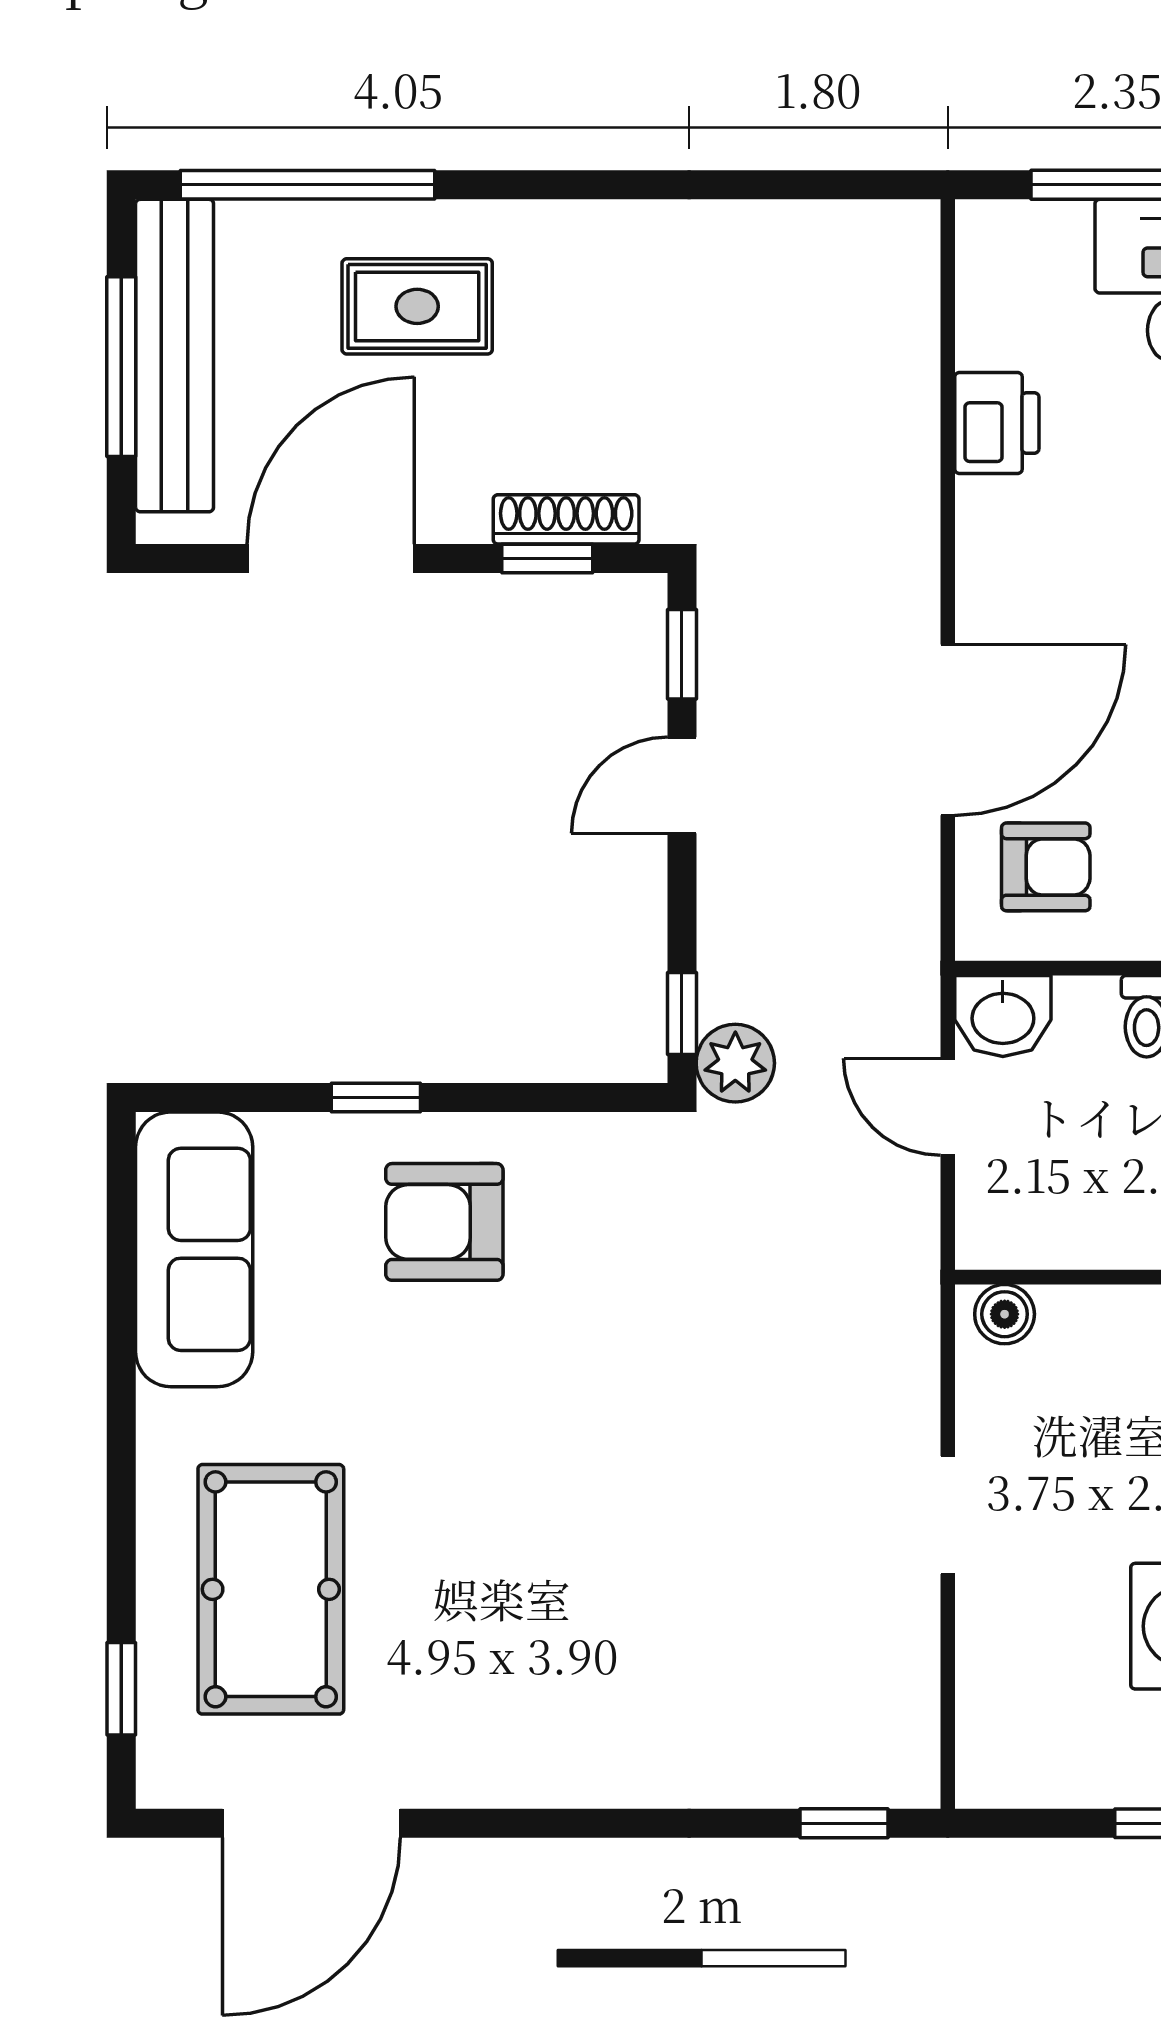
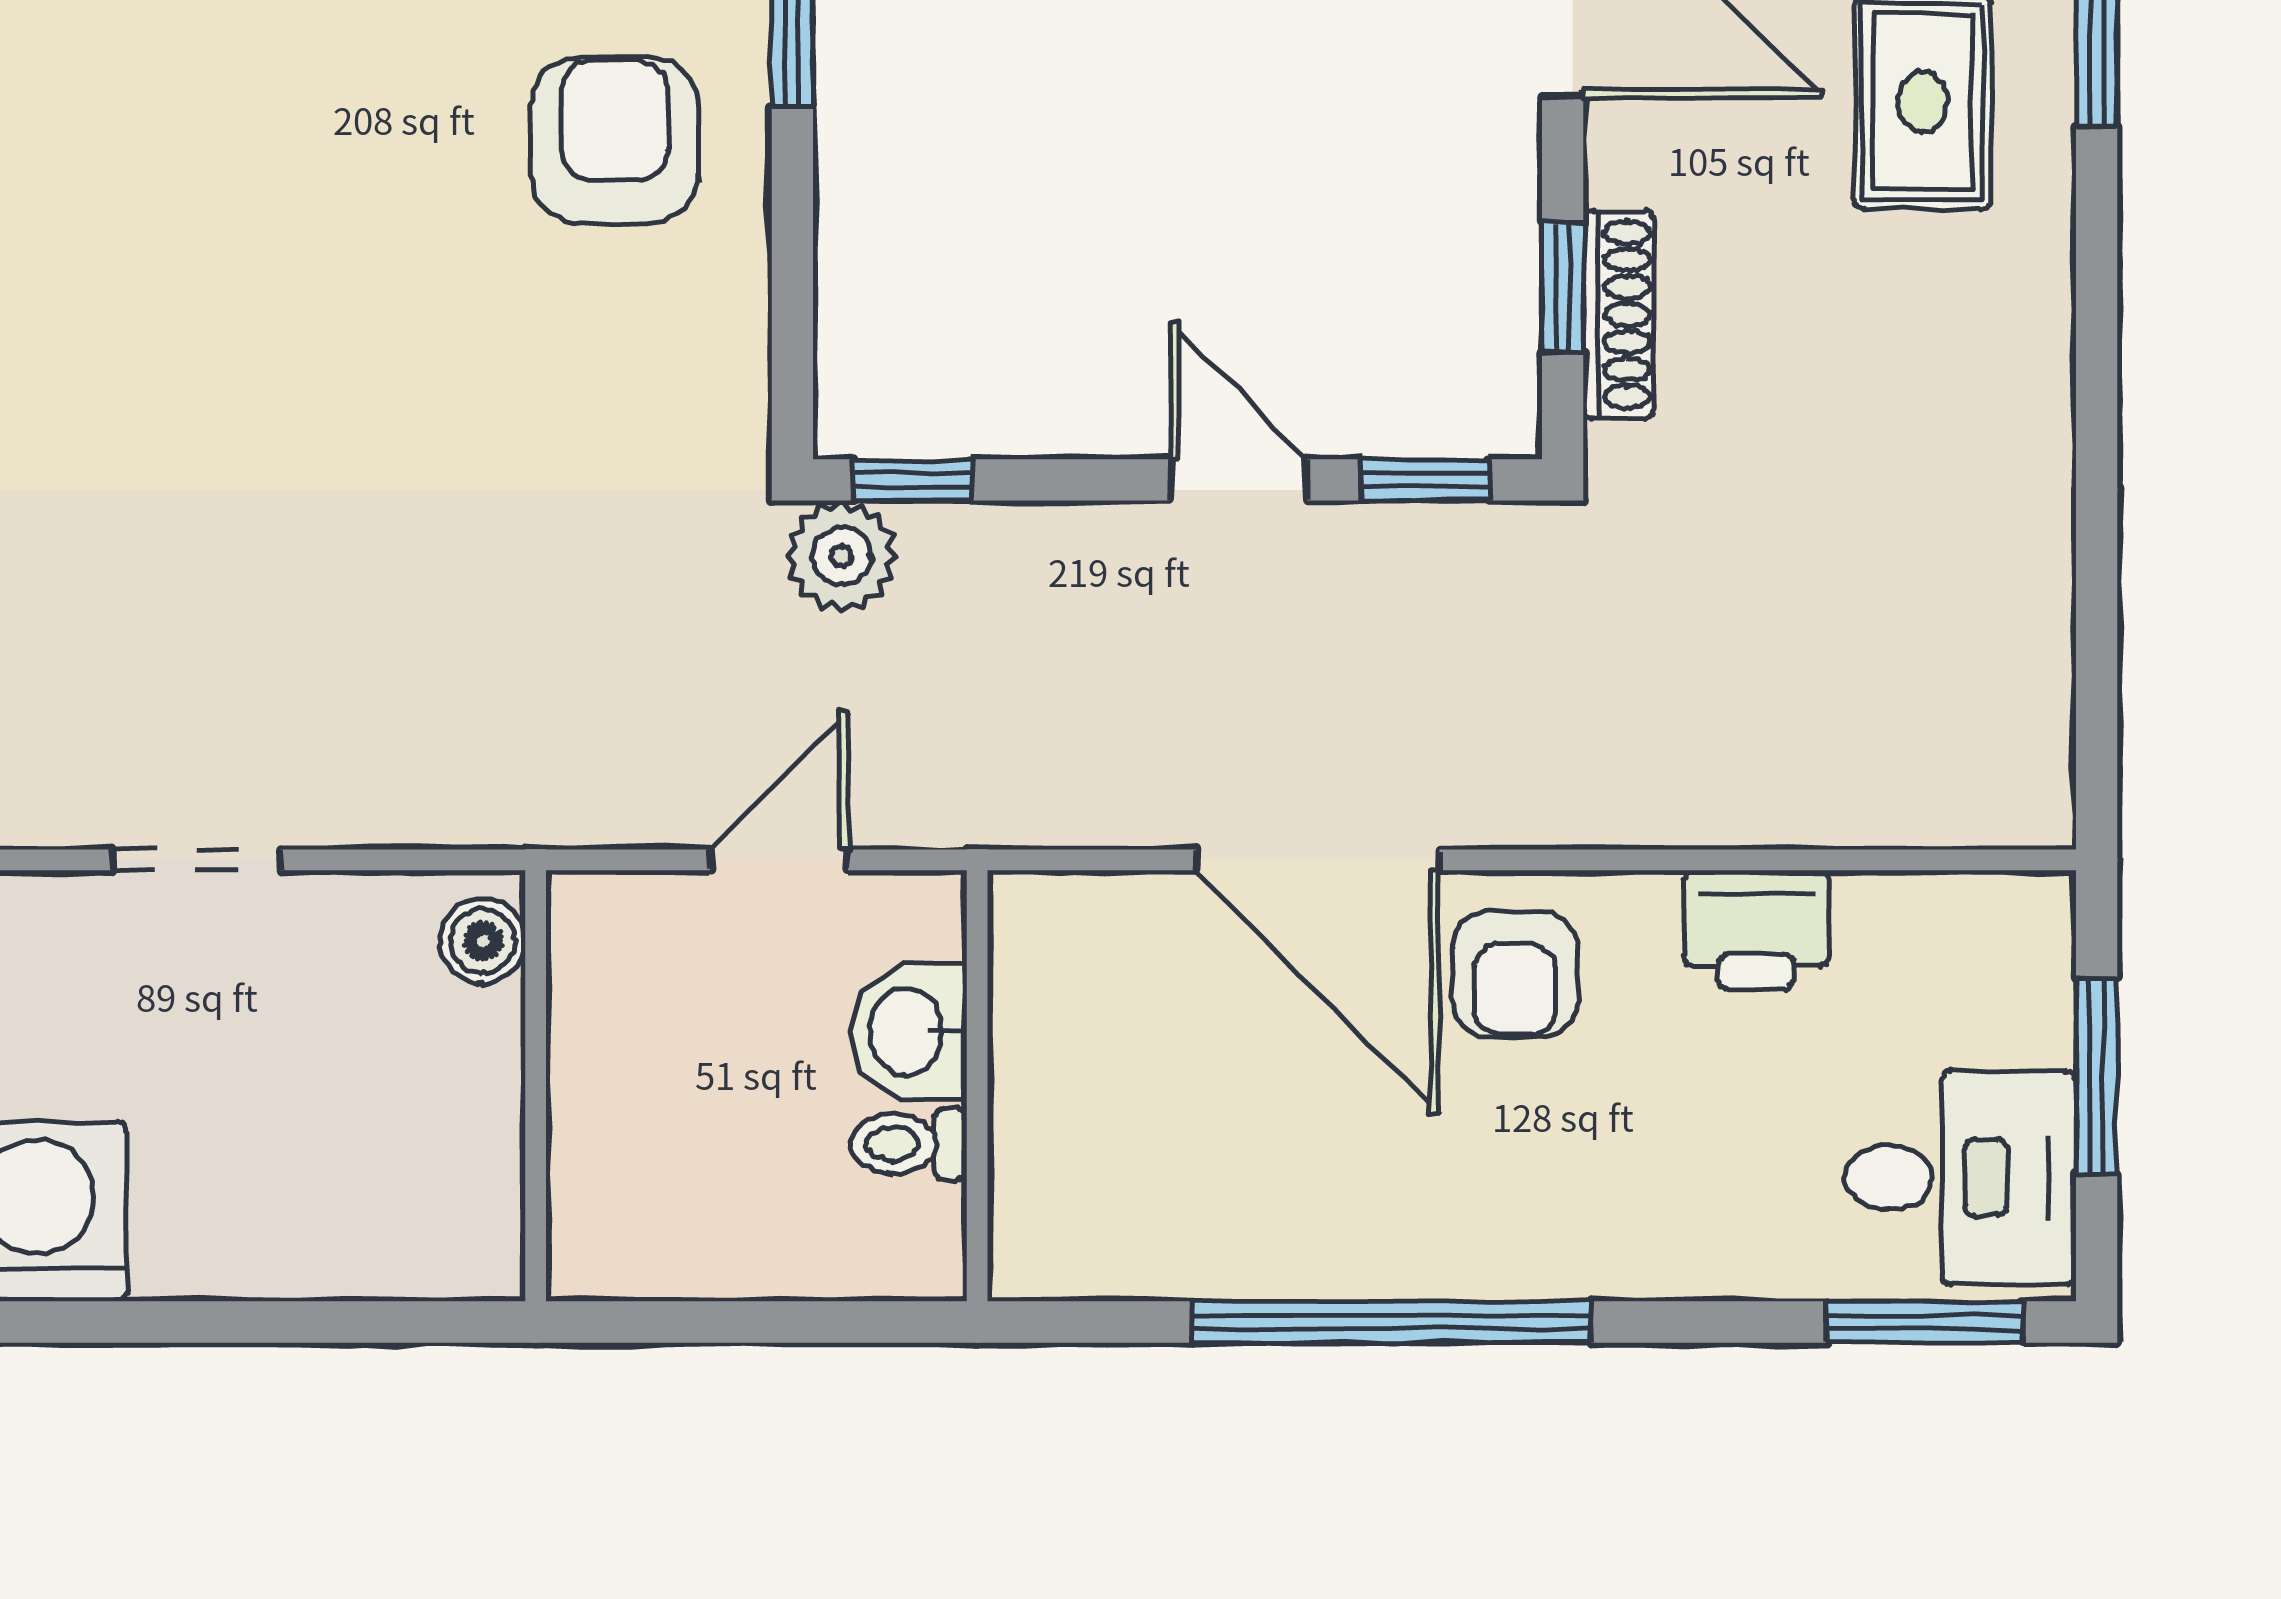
armchair: (1046, 867) -> (1515, 975), moved
washbasin: (1003, 1016) -> (909, 1031), moved

